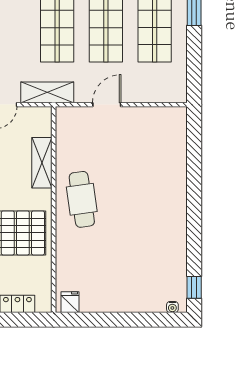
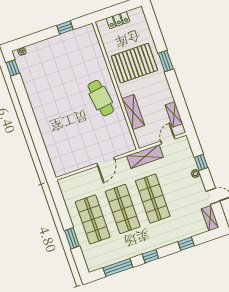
fridge: (70, 302) -> (86, 32), removed
window: (98, 320) -> (65, 28), added

